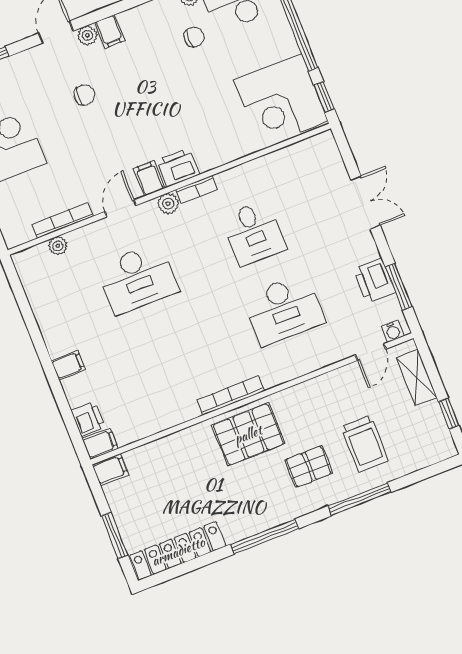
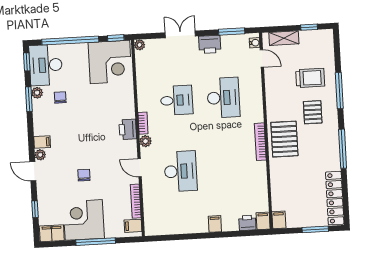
chair: (84, 95) -> (84, 175), moved
filing cabinet: (149, 178) -> (133, 226), moved
plant: (58, 246) -> (140, 45), moved
printer: (374, 281) -> (210, 44), moved

